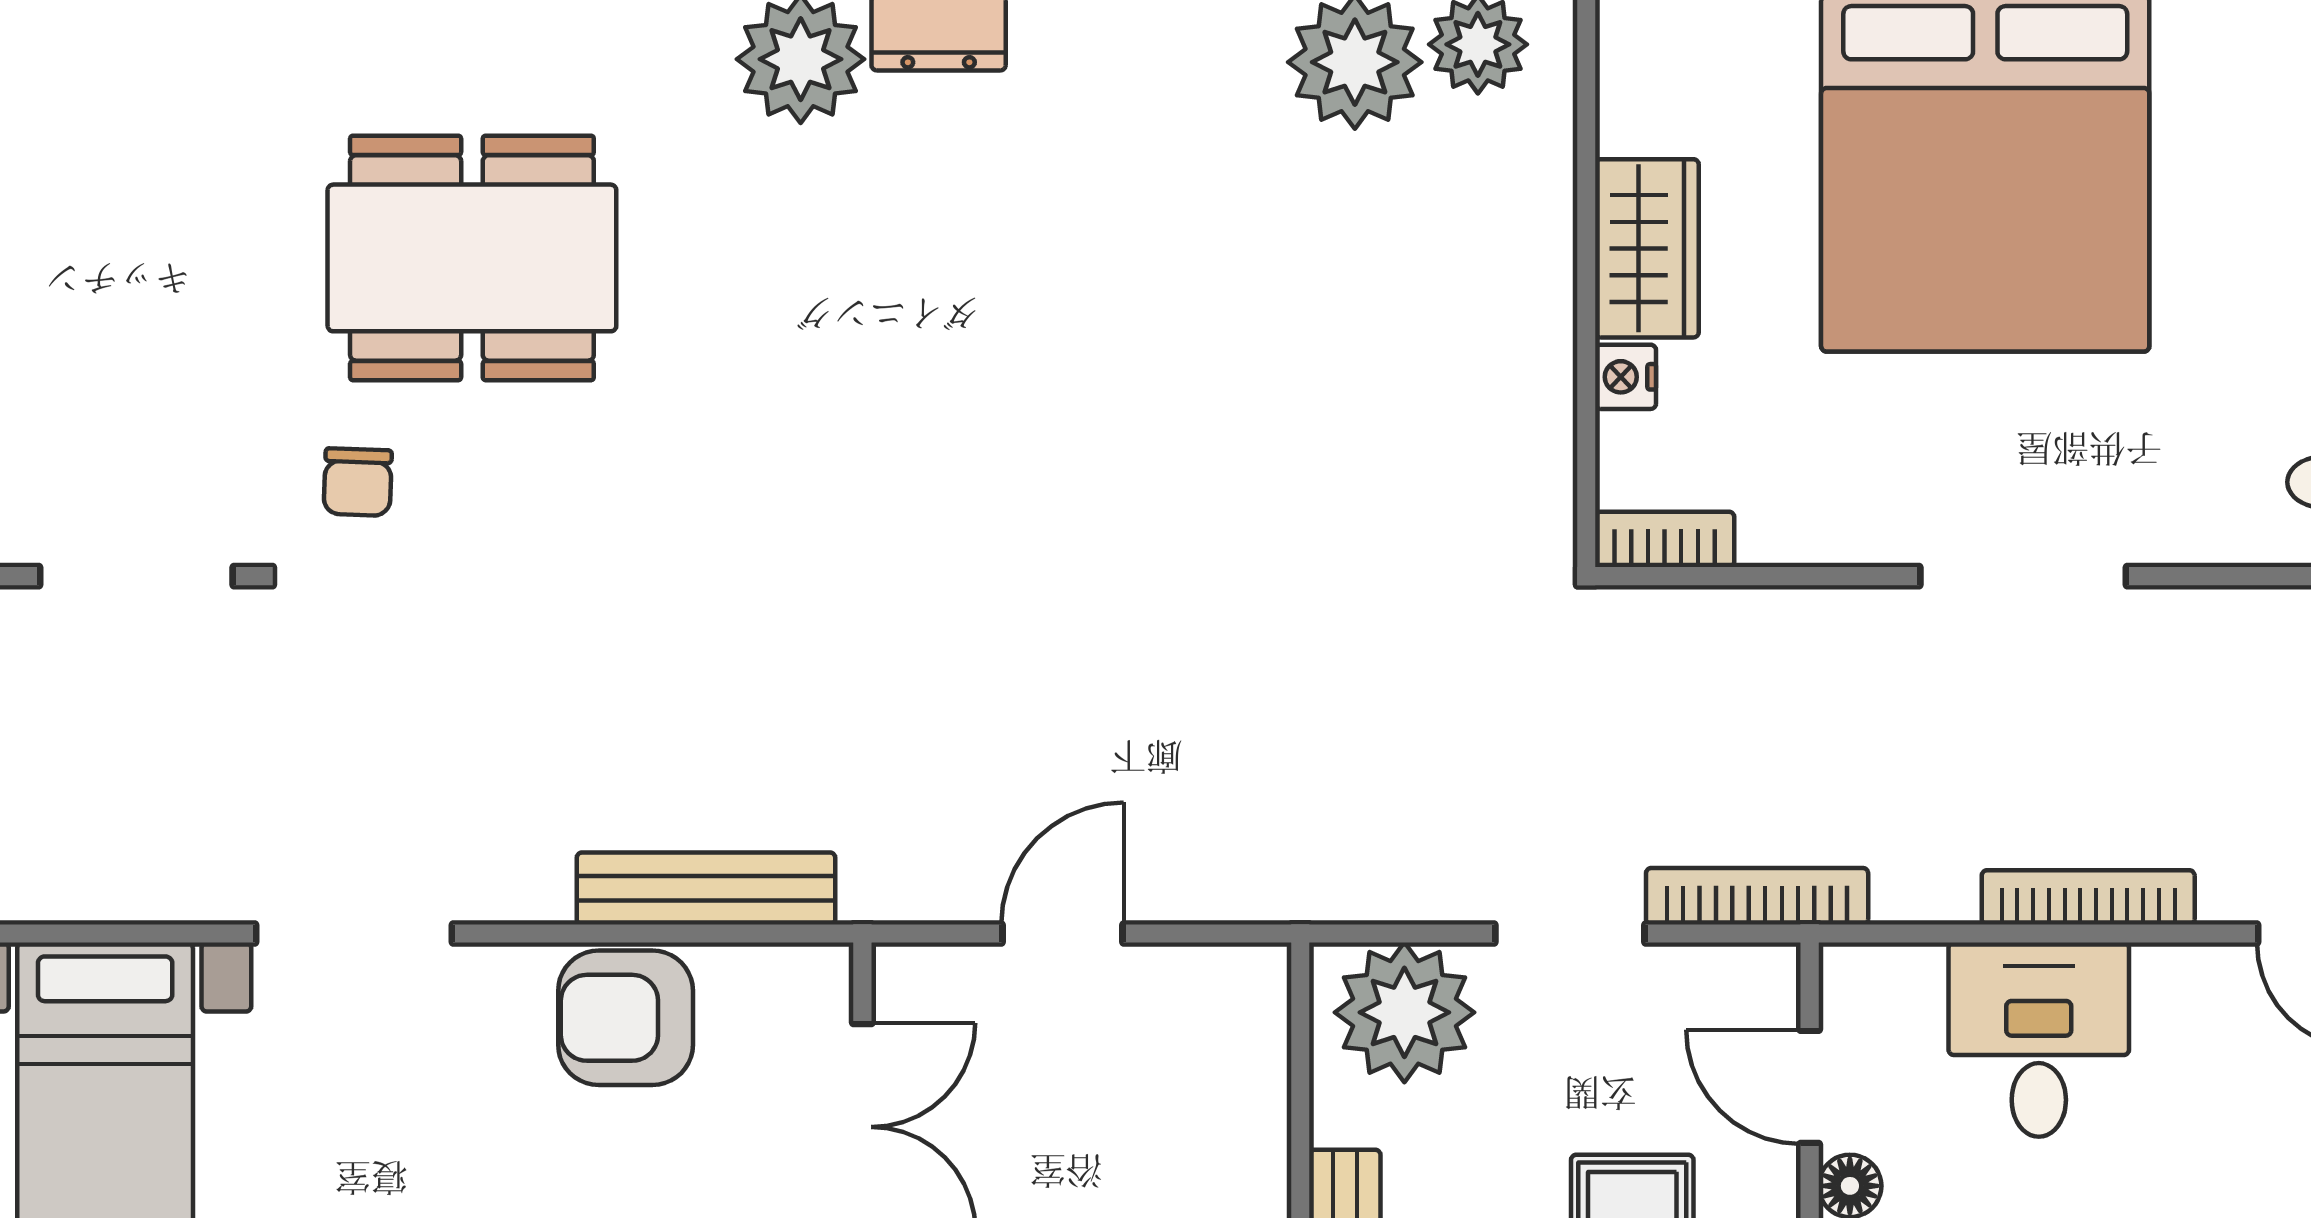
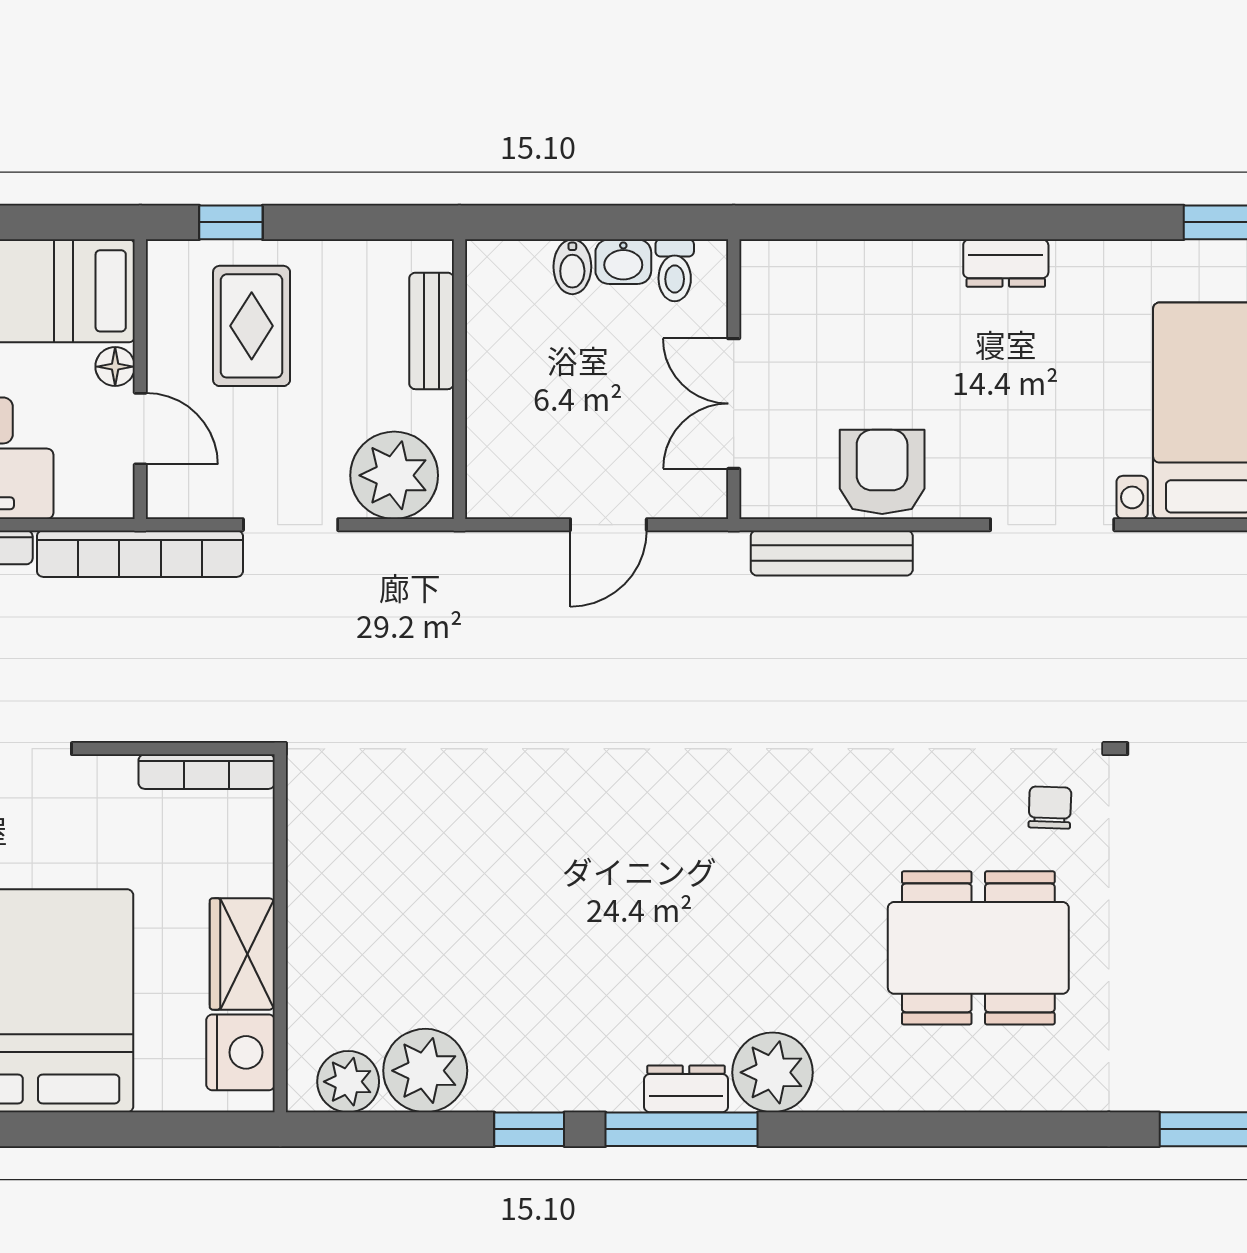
nightstand: (1626, 377) -> (241, 1052), moved, width x1.89, depth x1.79
bookcase: (1665, 539) -> (207, 772), width x1.56
bookcase: (1757, 896) -> (140, 554), width x1.48, depth x1.31
armchair: (626, 1018) -> (882, 472), turned -90

